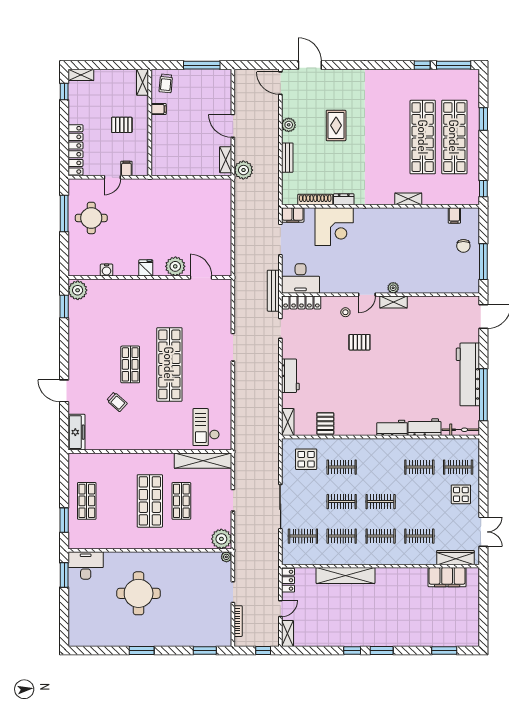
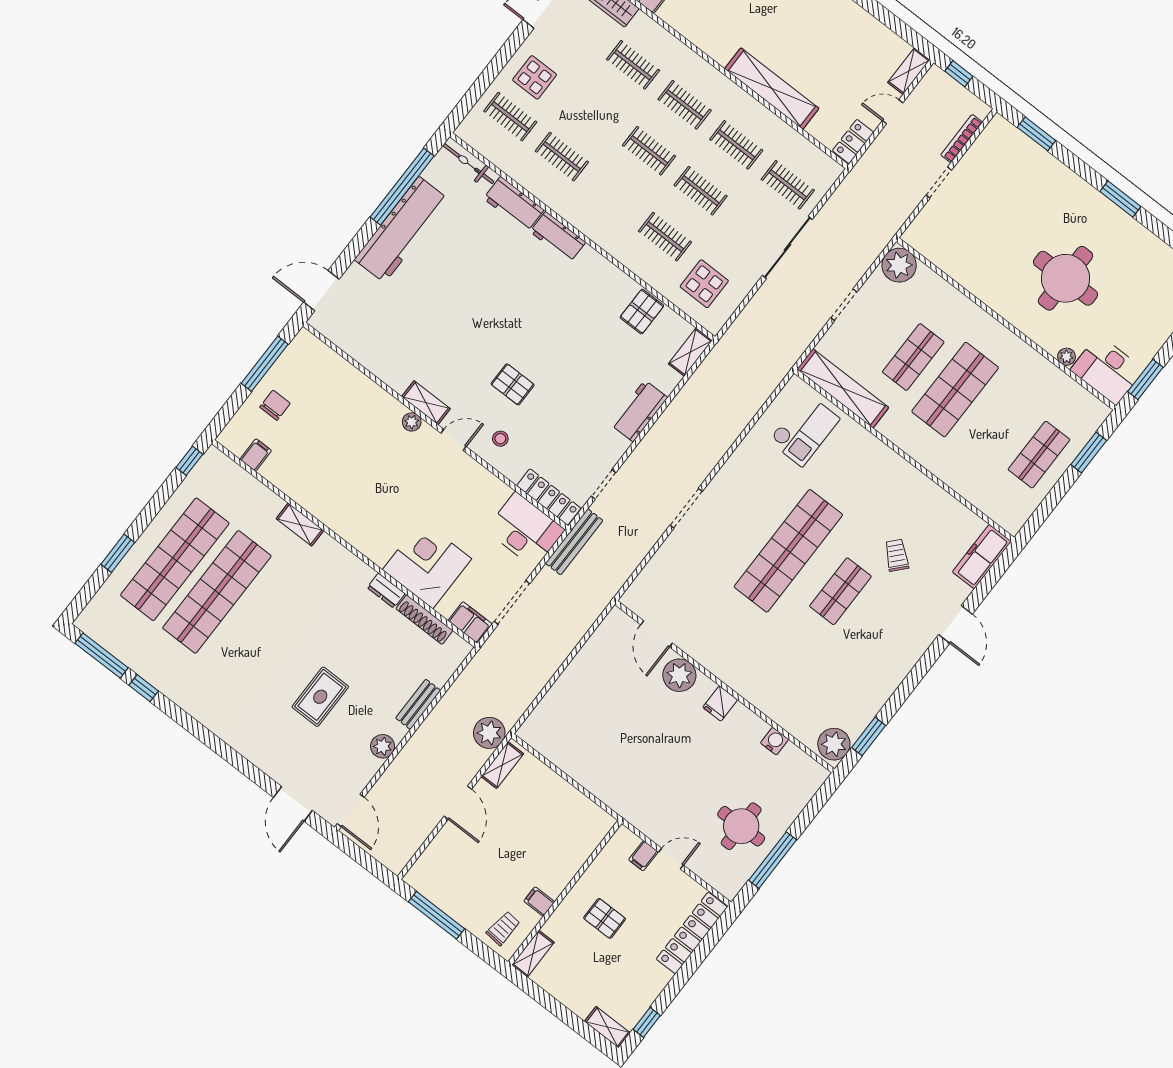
plant: (226, 557) -> (1066, 357), moved

